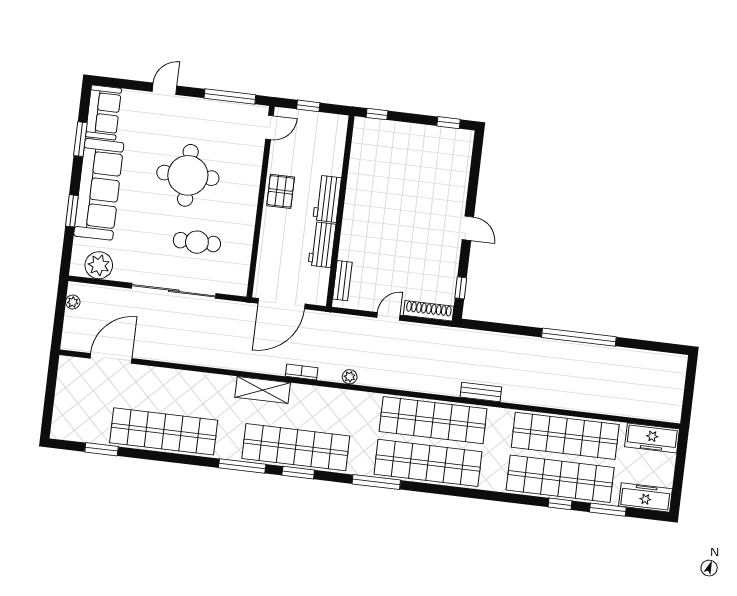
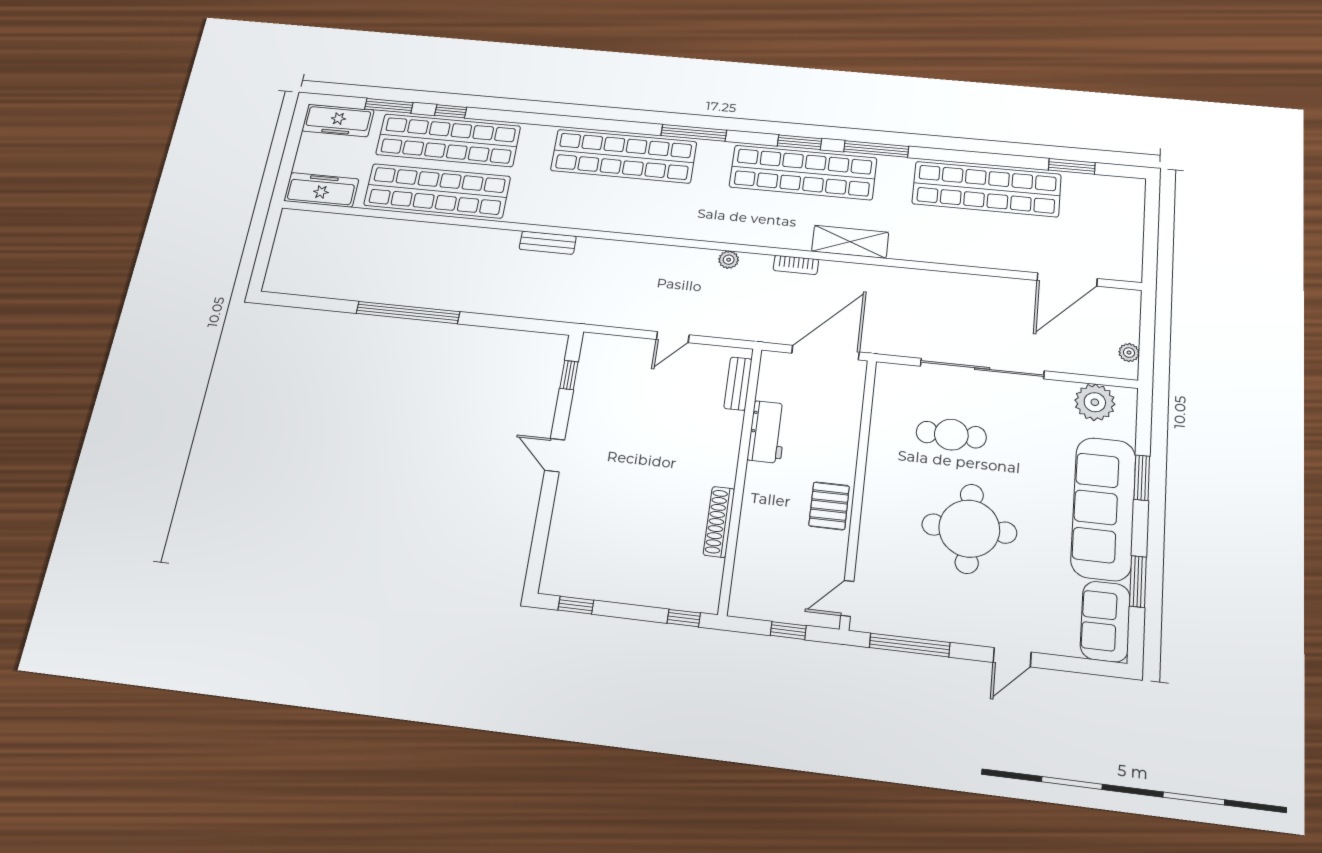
workbench: (327, 199) -> (760, 495), removed
shoe rack: (429, 311) -> (719, 522), moved, turned 90
shop shelf: (433, 420) -> (615, 208), removed

